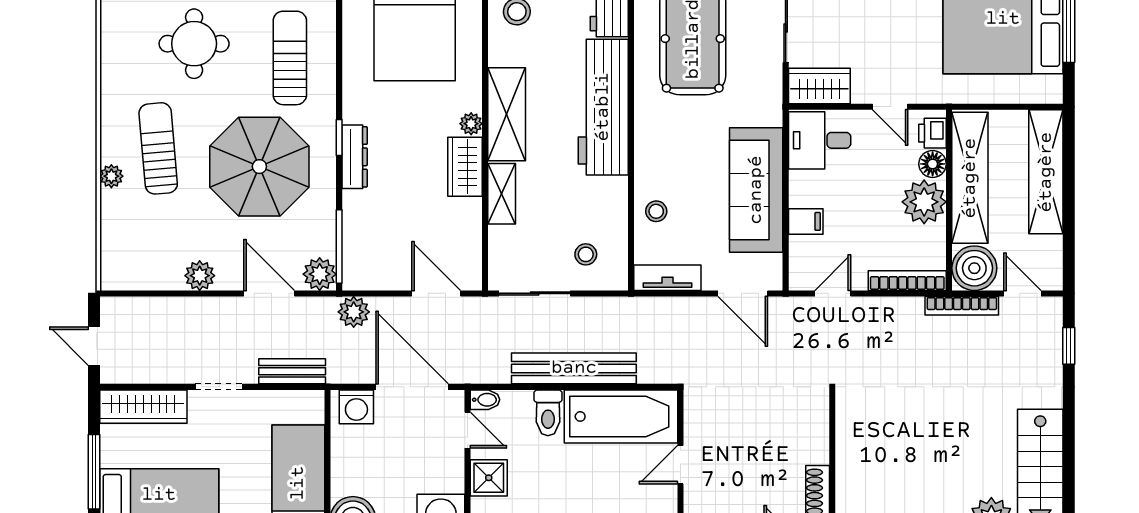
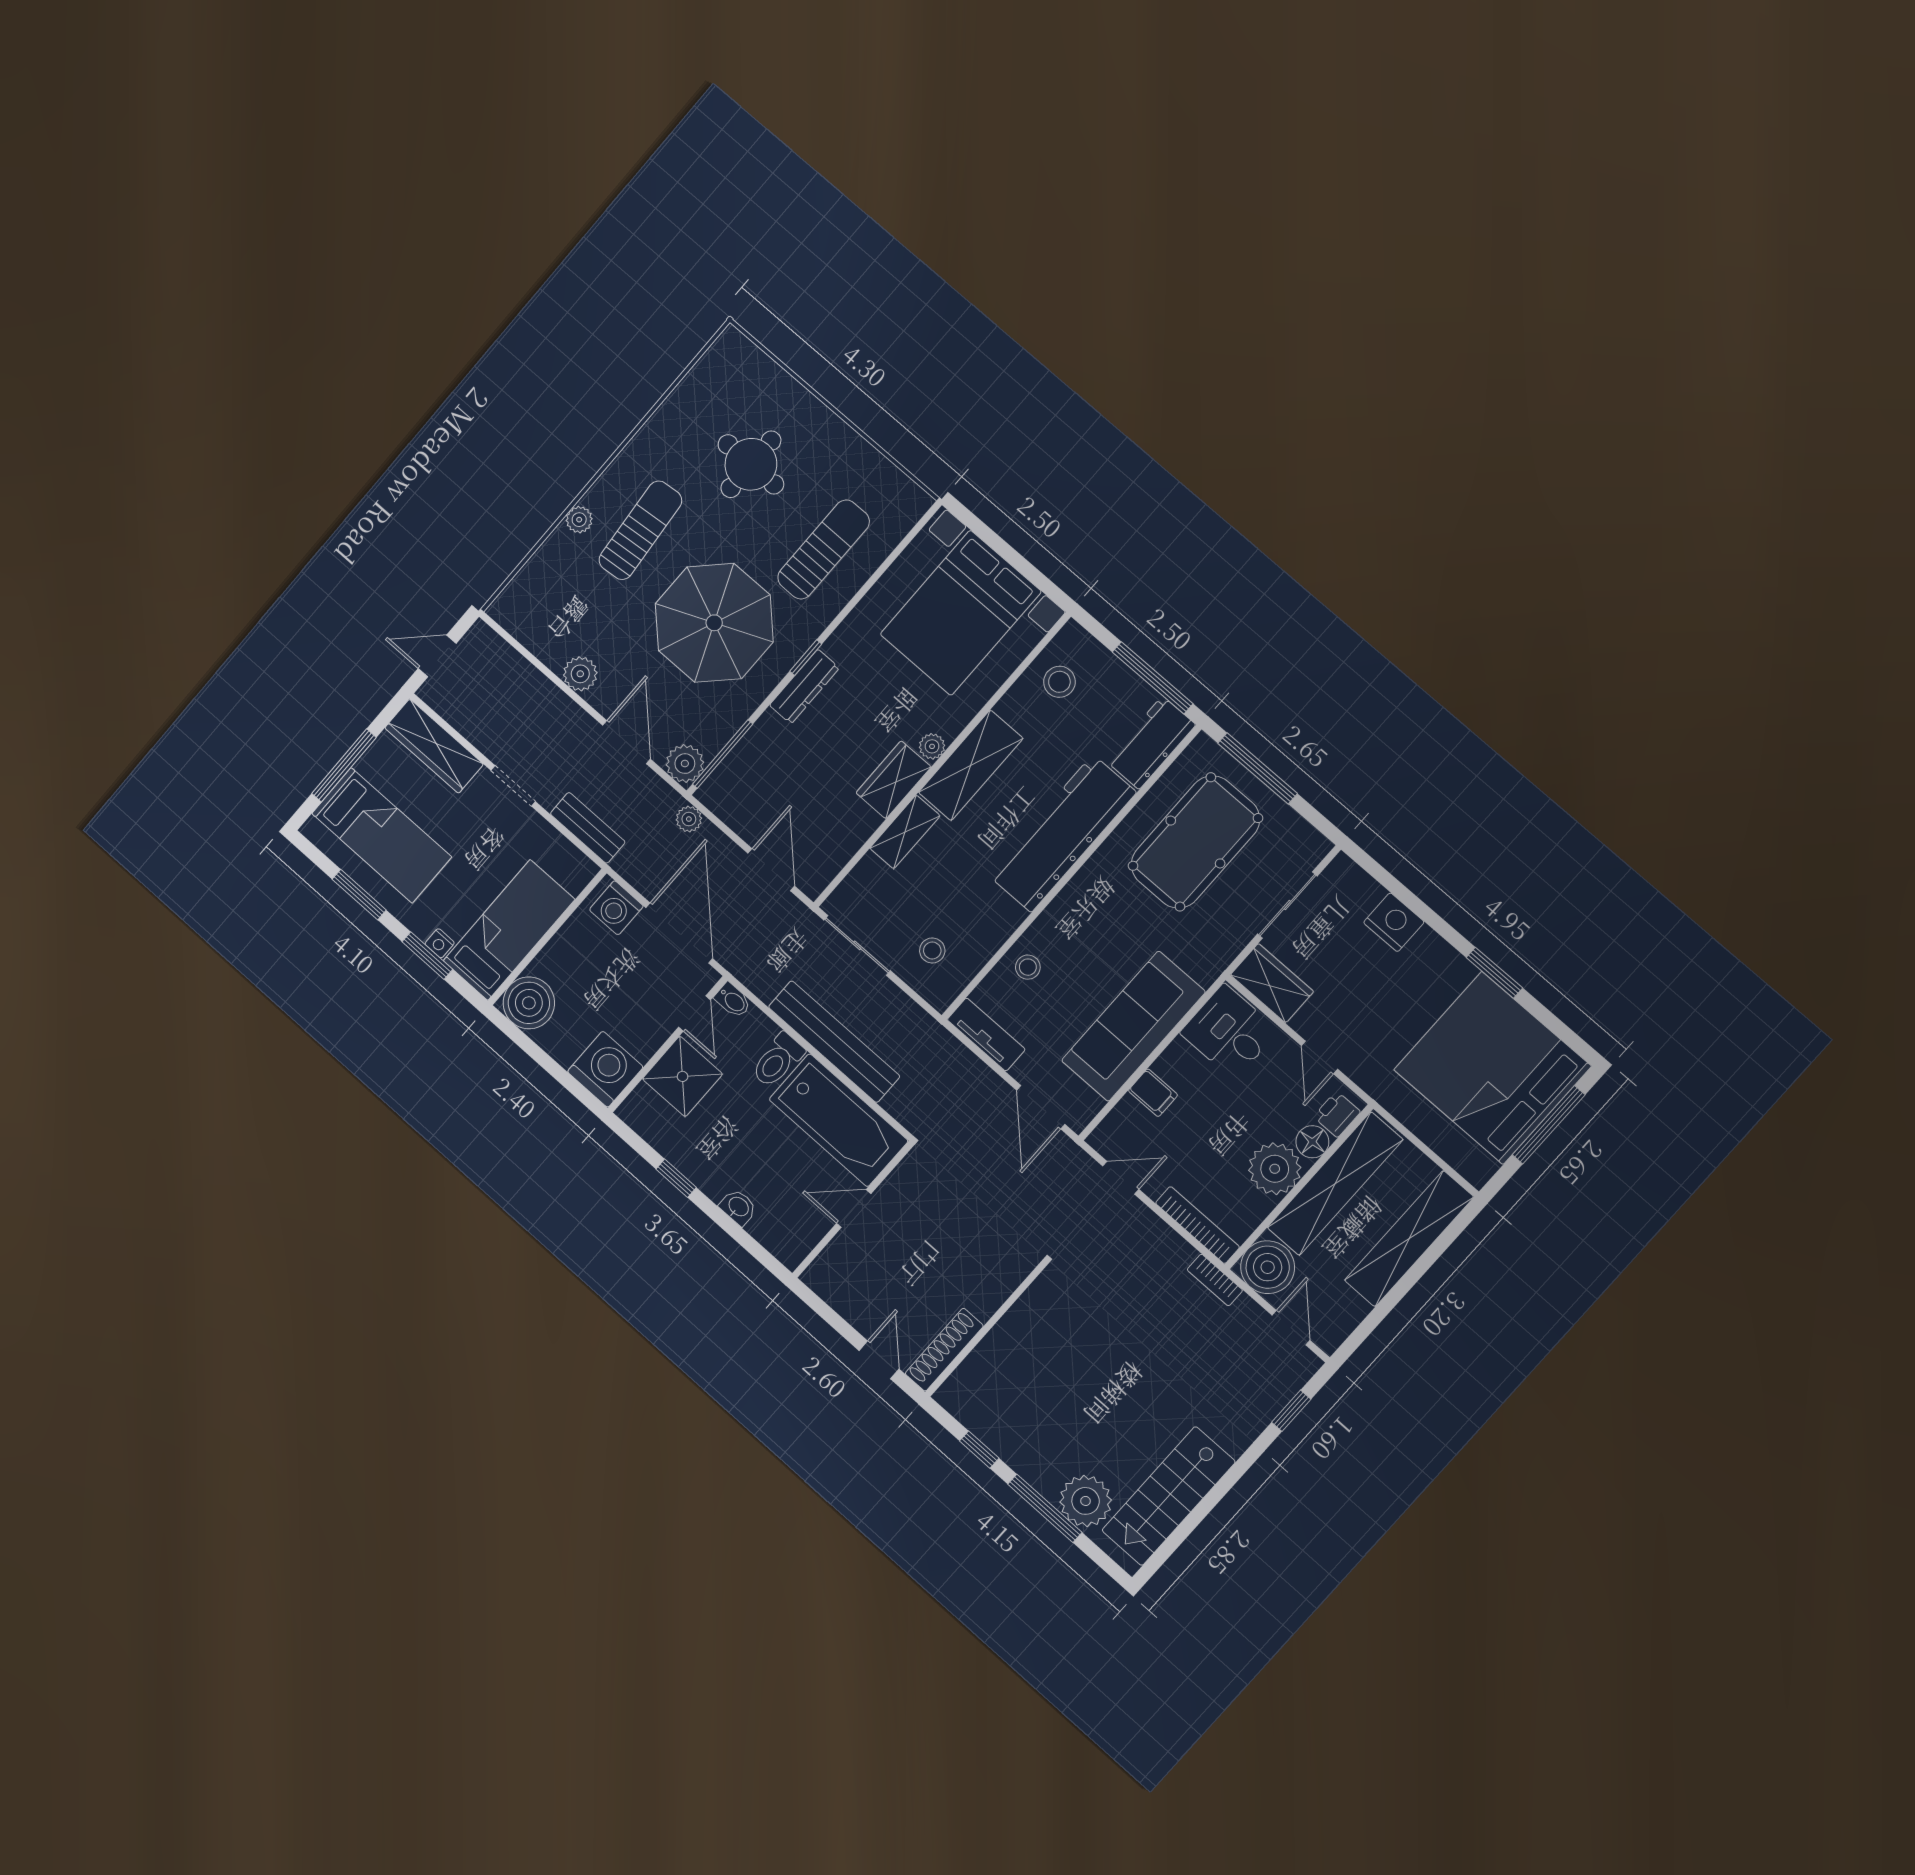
bookcase: (962, 306) -> (1215, 1280), width x0.64
plant: (354, 312) -> (689, 819), width x0.73, depth x0.73
door: (94, 346) -> (437, 656), hinge flipped
shower: (489, 478) -> (683, 1076), width x1.36, depth x1.36

